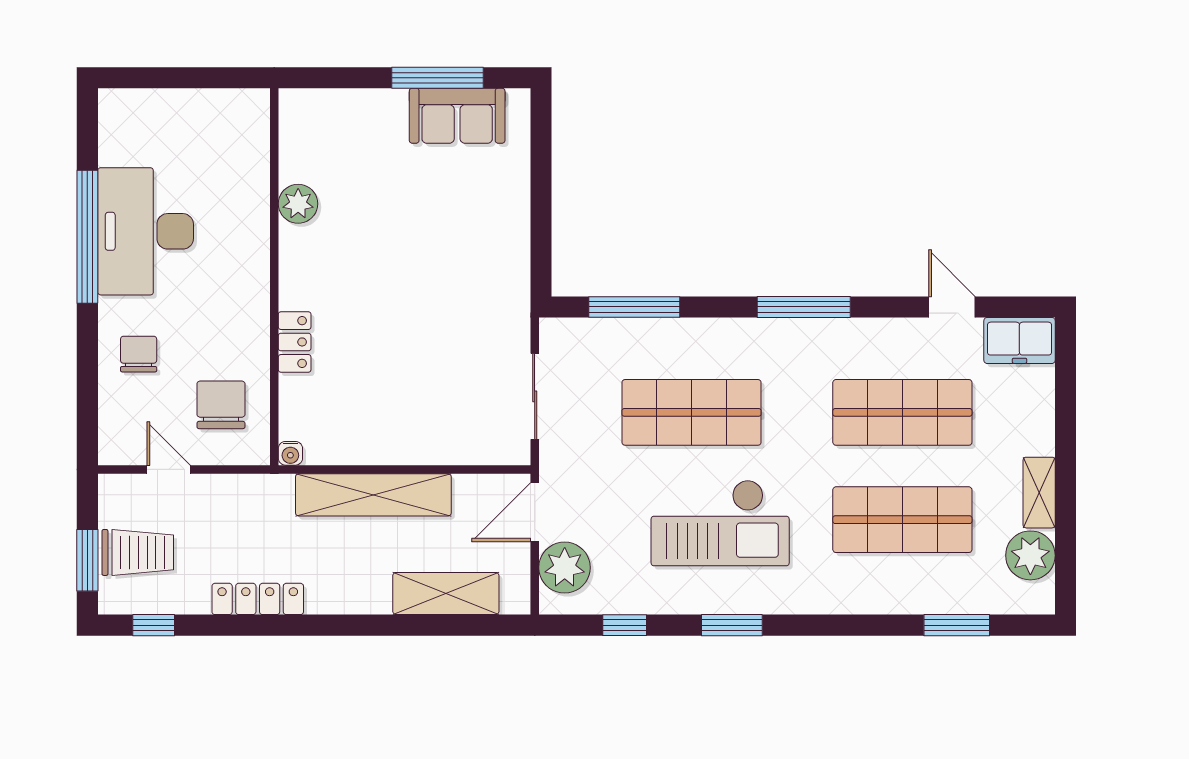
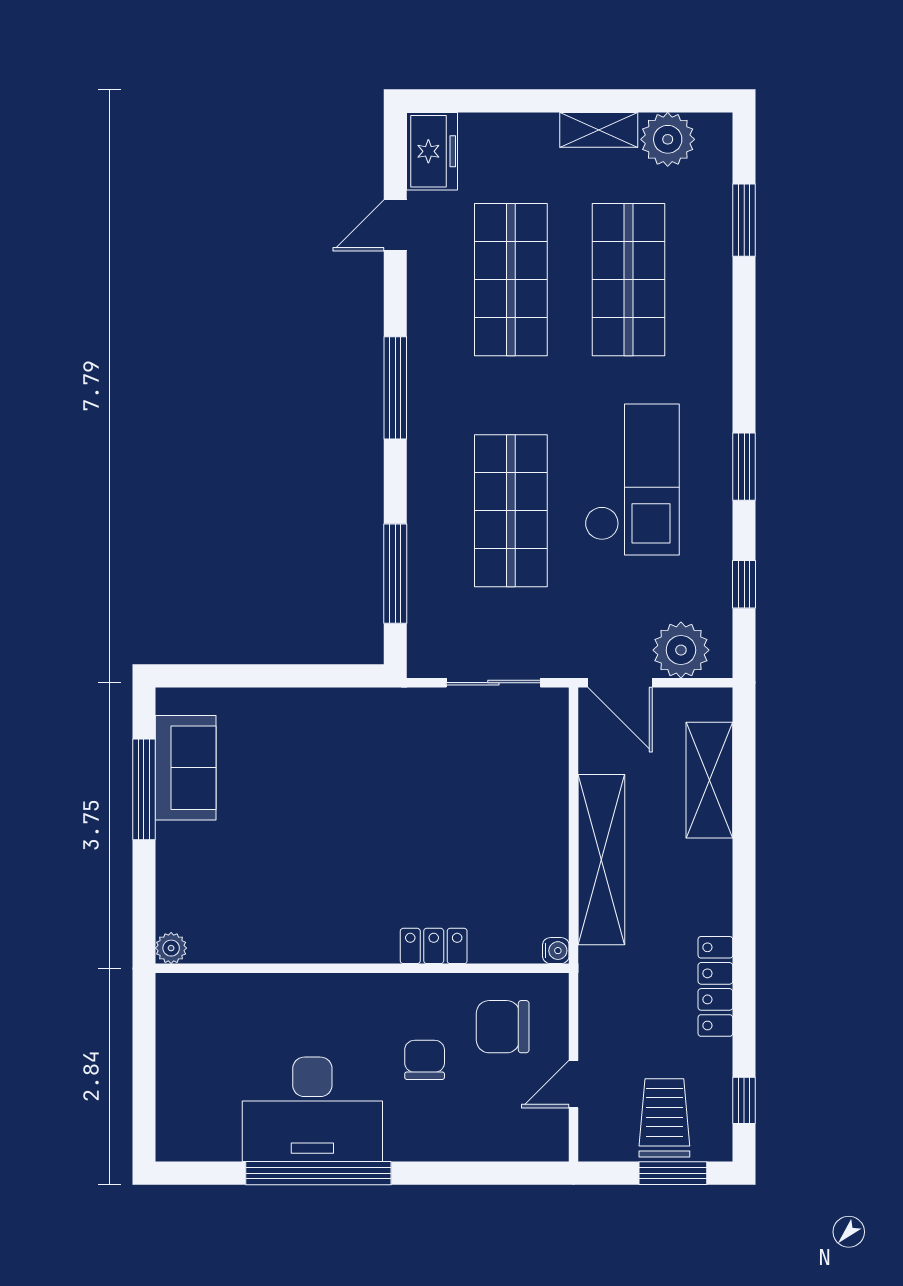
plant: (298, 204) -> (171, 948), moved, width x0.73, depth x0.73
chair: (139, 354) -> (425, 1060), moved, turned 90

